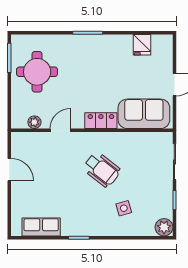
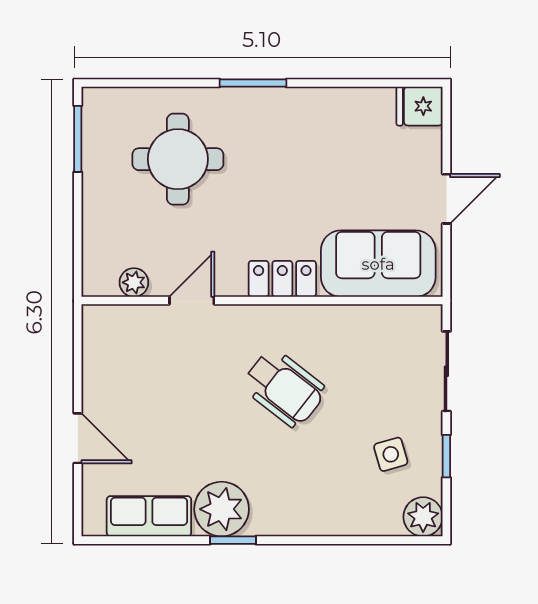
fridge: (142, 45) -> (420, 106), moved, turned 90
round table: (37, 72) -> (178, 159), moved
door: (9, 170) -> (78, 438), moved
side table: (124, 208) -> (391, 454), moved
plant: (74, 224) -> (222, 509), added

